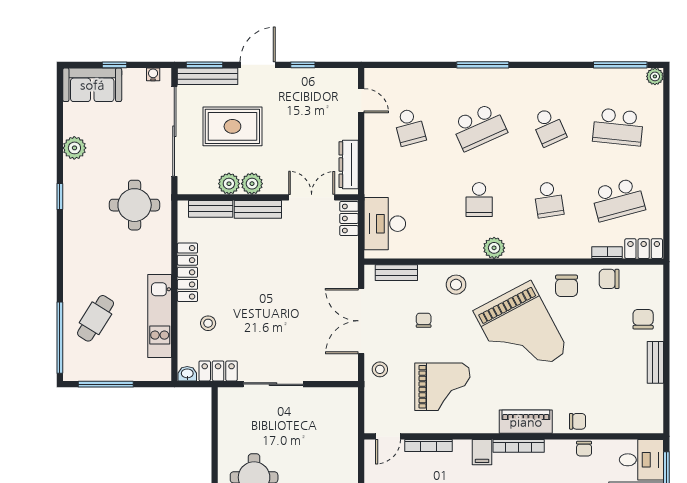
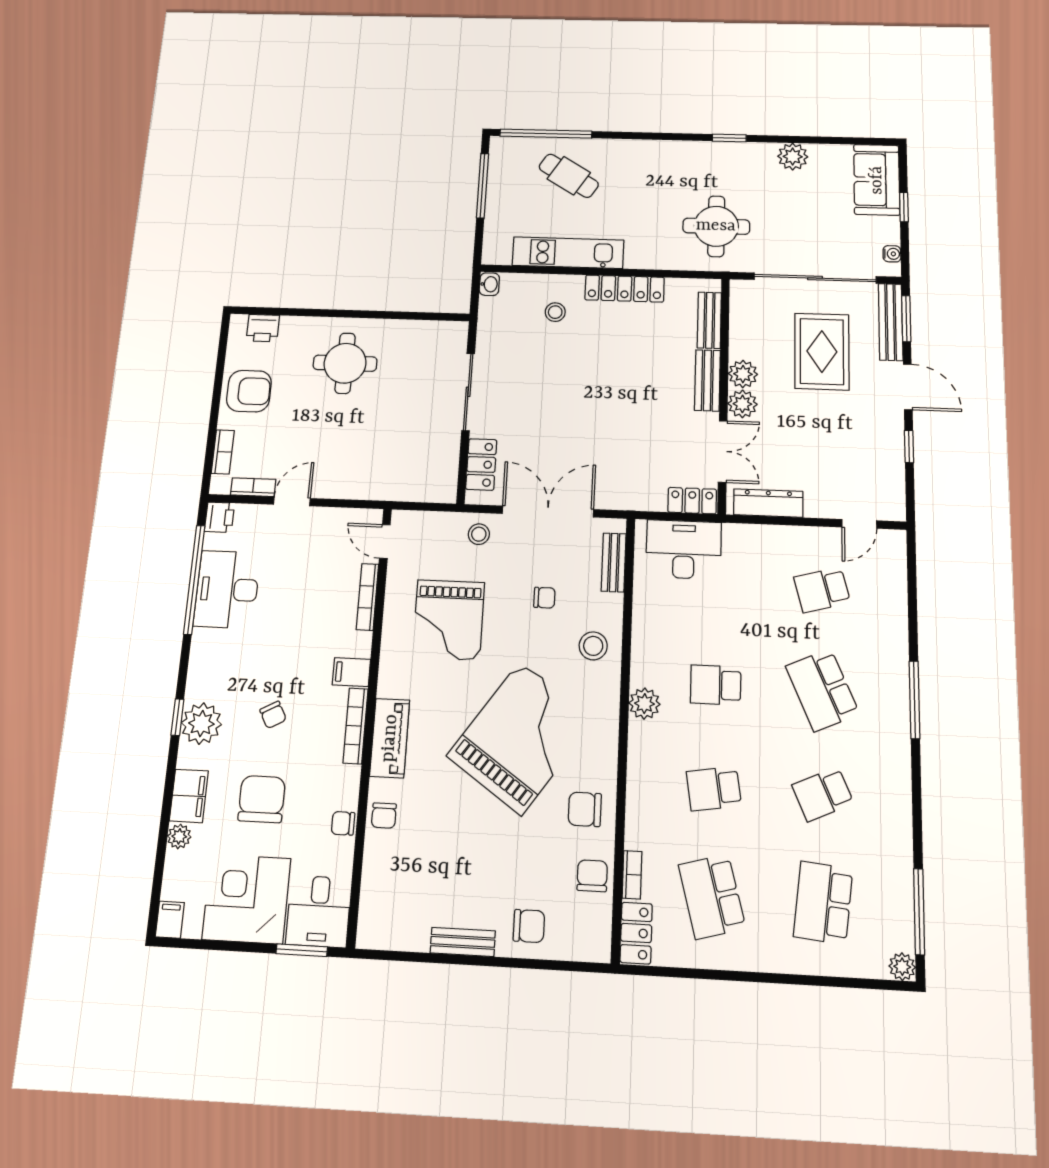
plant: (229, 184) -> (742, 404), moved
grand piano: (521, 331) -> (521, 737), turned 153
locker: (218, 371) -> (481, 464), moved

